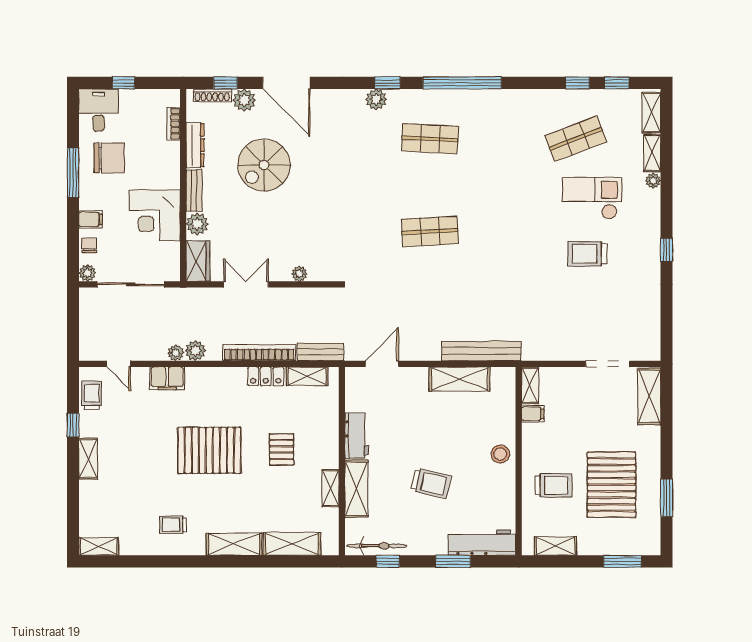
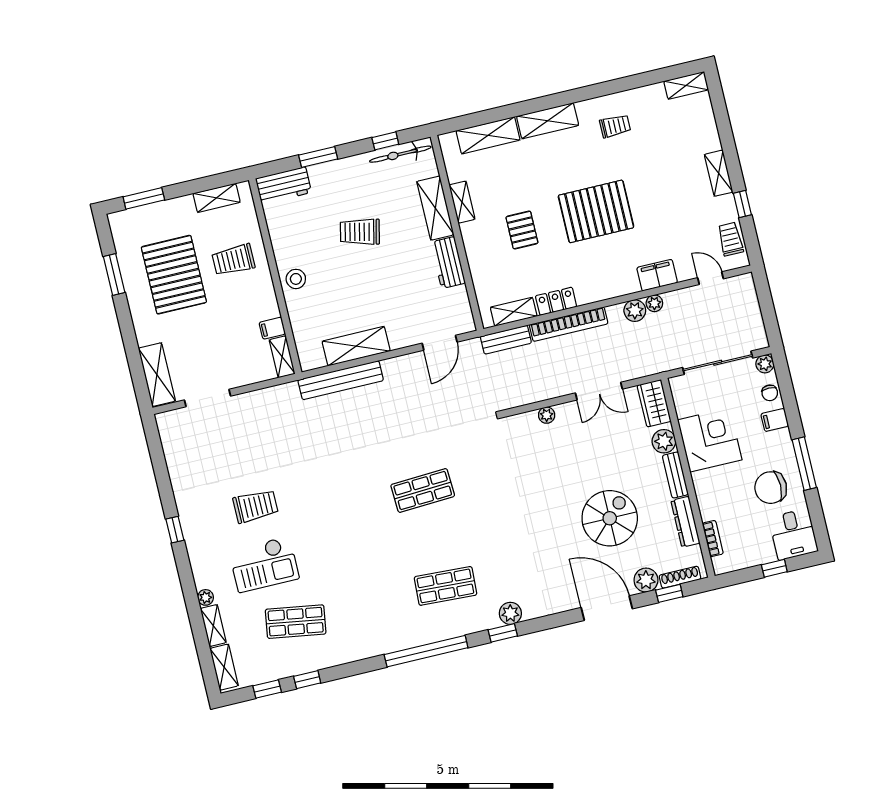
shop shelf: (576, 139) -> (296, 622), turned 30
trolley: (92, 395) -> (731, 239), turned 180
workbench: (482, 543) -> (283, 185), width x0.73

